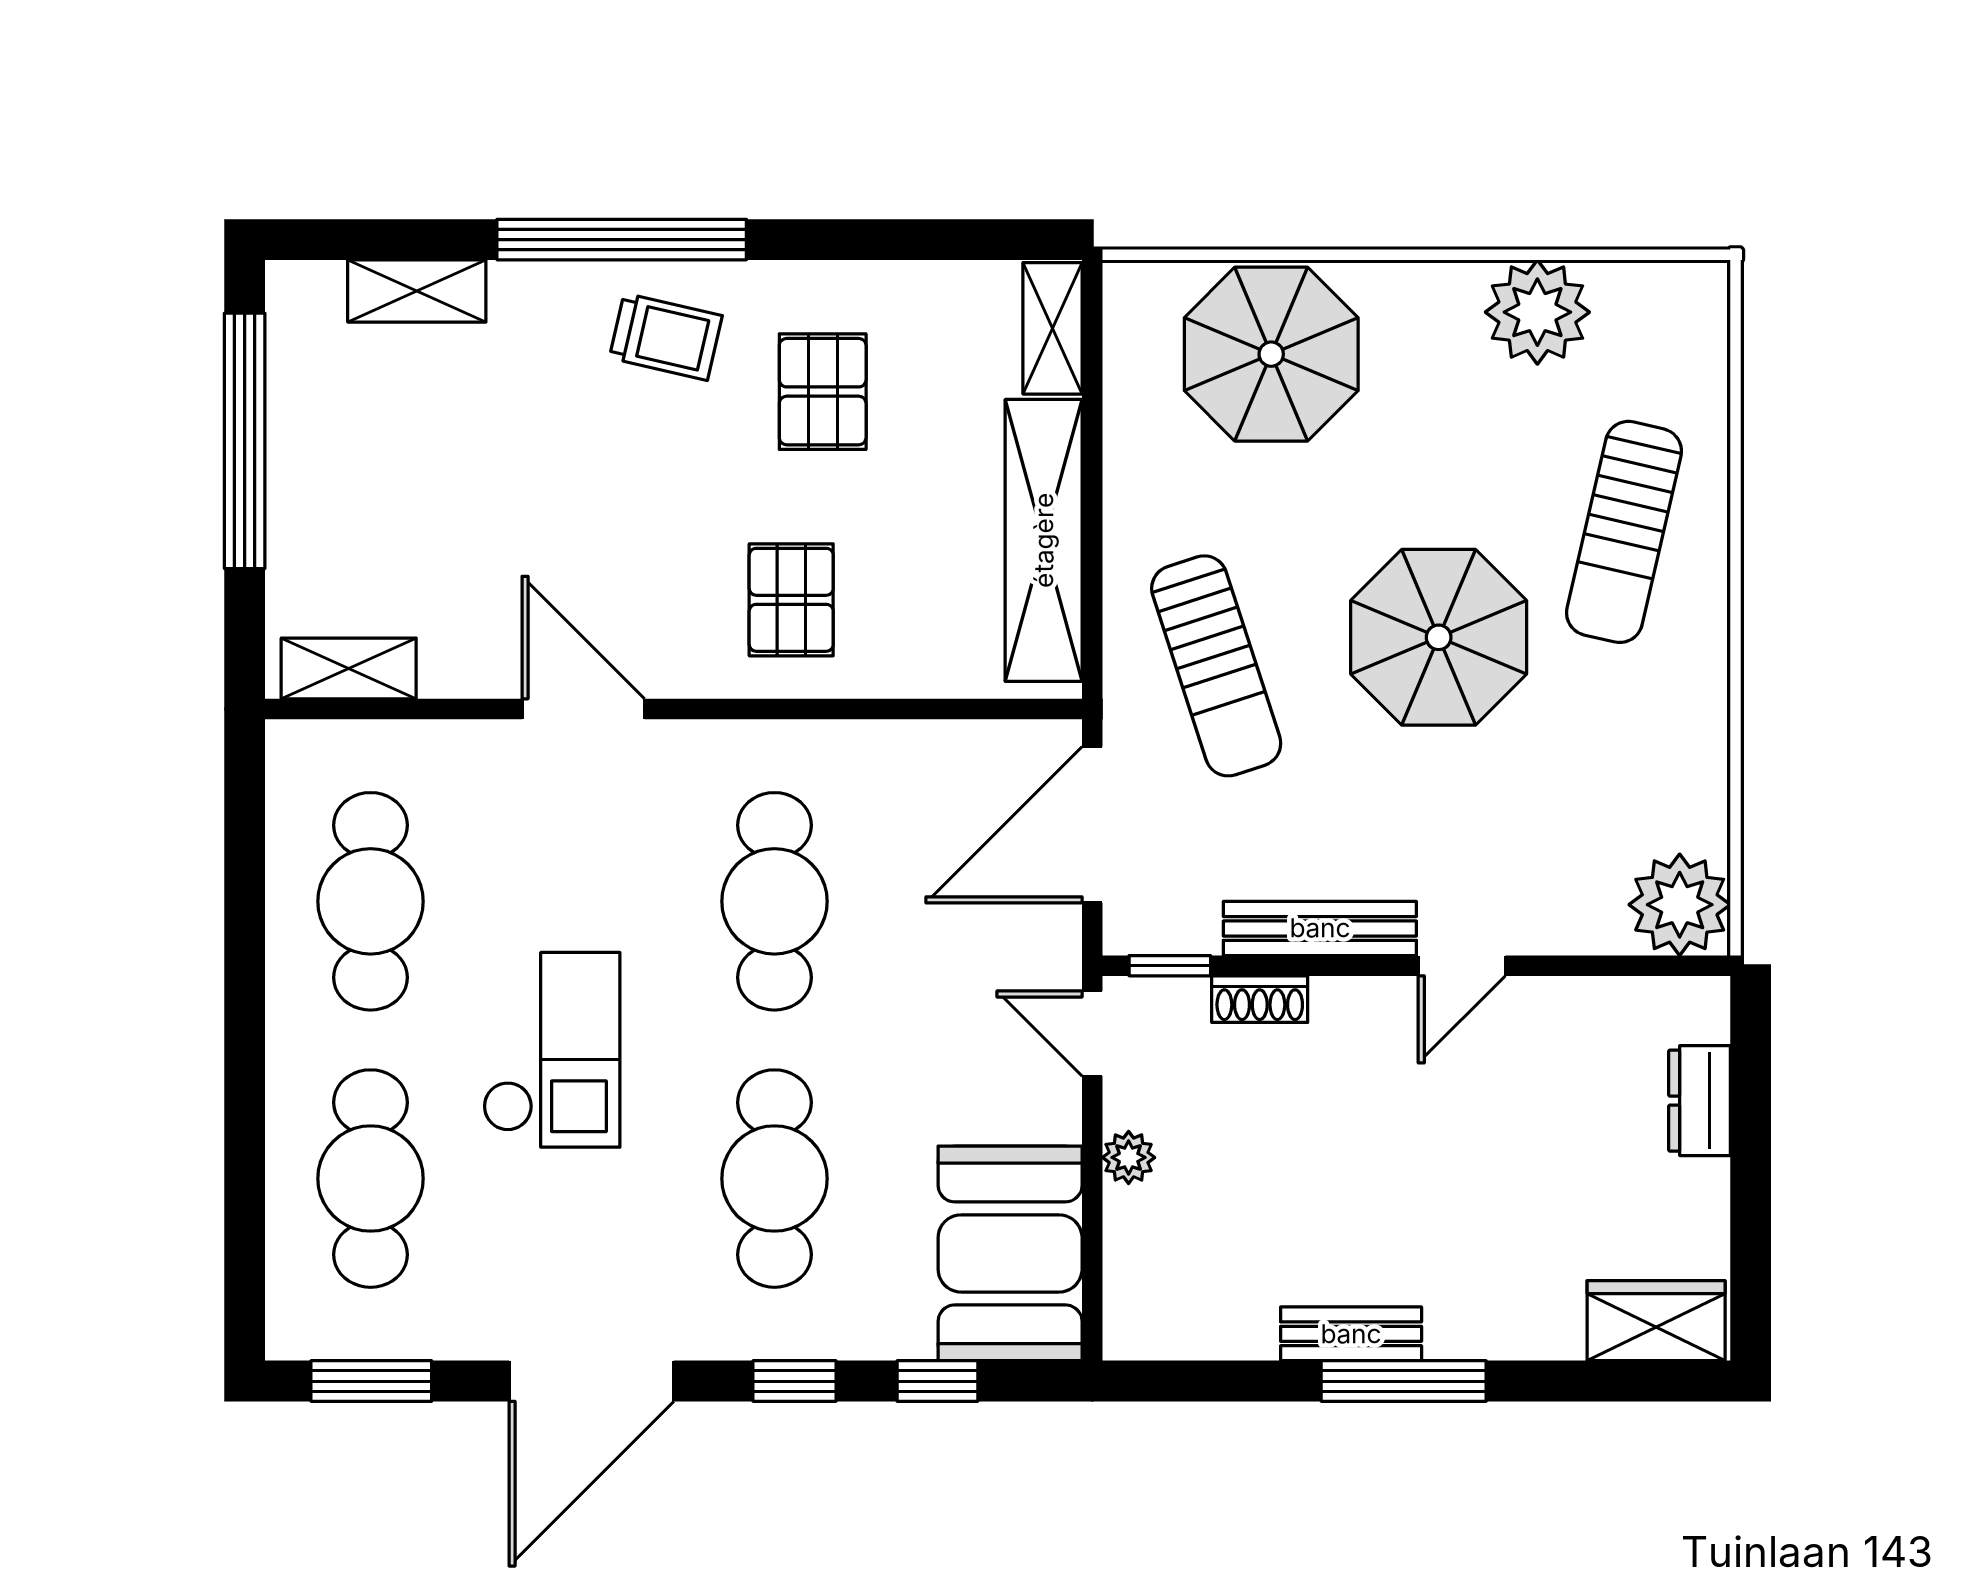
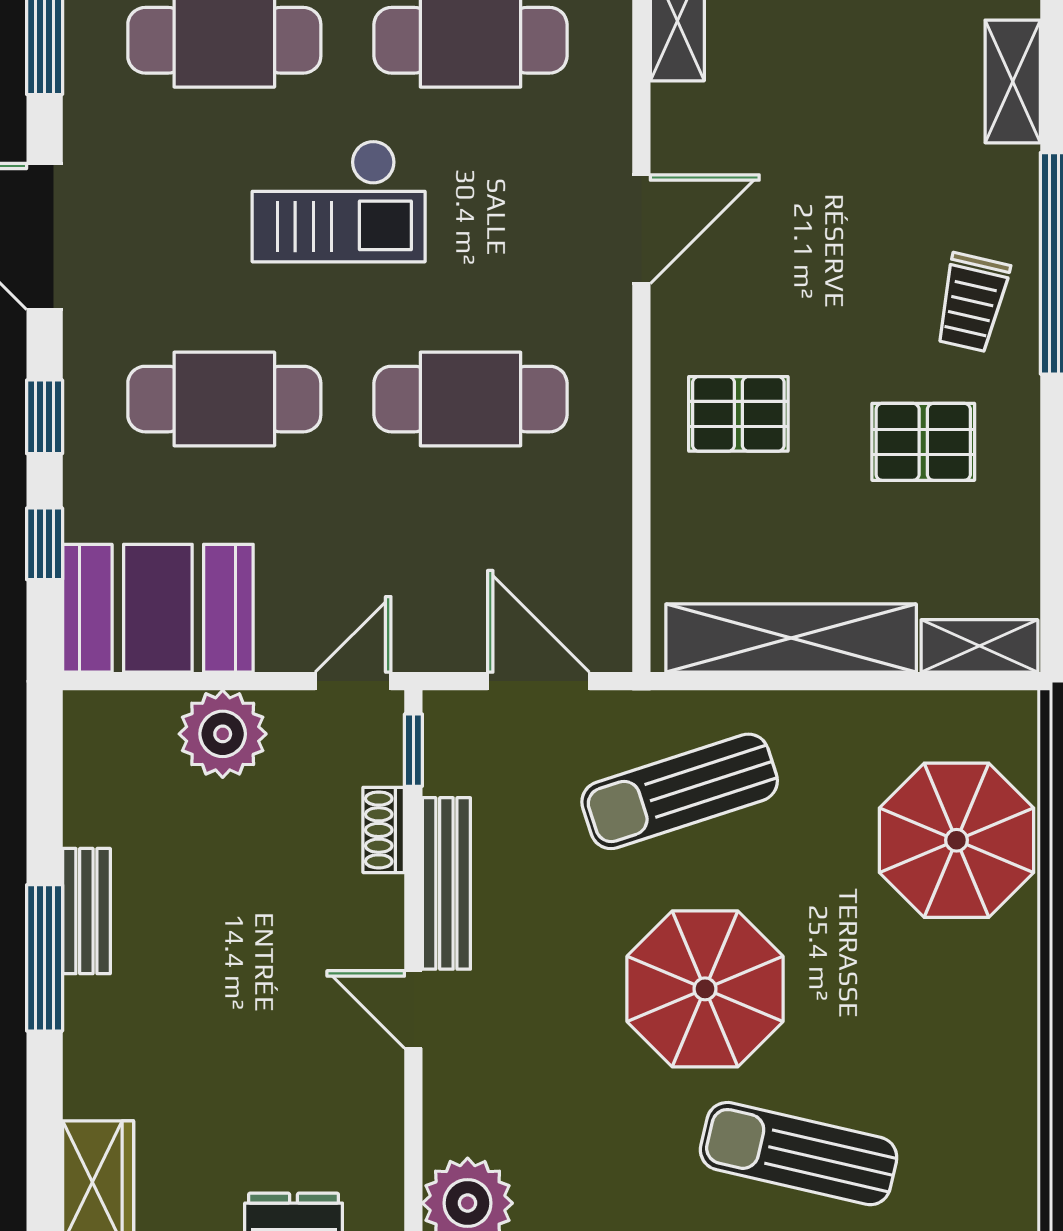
plant: (1537, 312) -> (994, 1077), removed
door: (1092, 825) -> (538, 681), width x0.73
plant: (1129, 1157) -> (223, 734), width x1.88, depth x1.88

